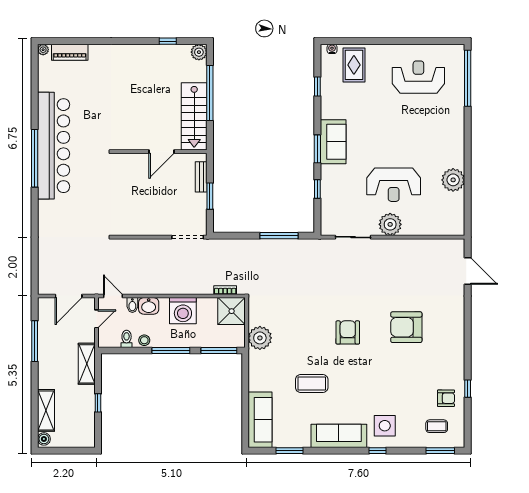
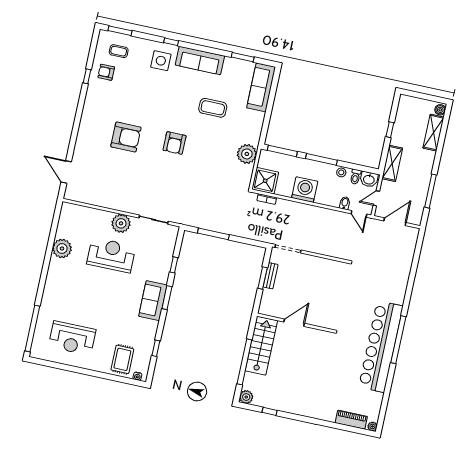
bench: (201, 177) -> (271, 276), moved
washbasin: (149, 306) -> (369, 179), moved, turned 180

